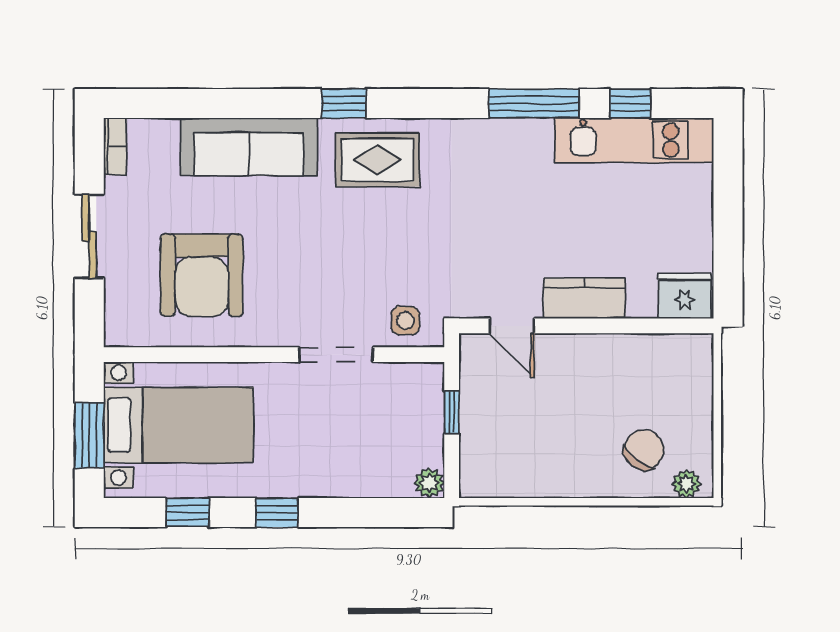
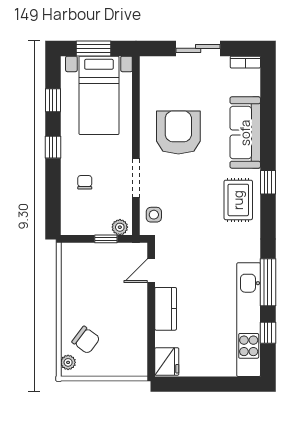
kitchen unit: (634, 140) -> (249, 320), width x1.36
armchair: (202, 275) -> (178, 132), moved, turned 90
chair: (344, 452) -> (85, 182), added
plant: (429, 483) -> (120, 227), moved

